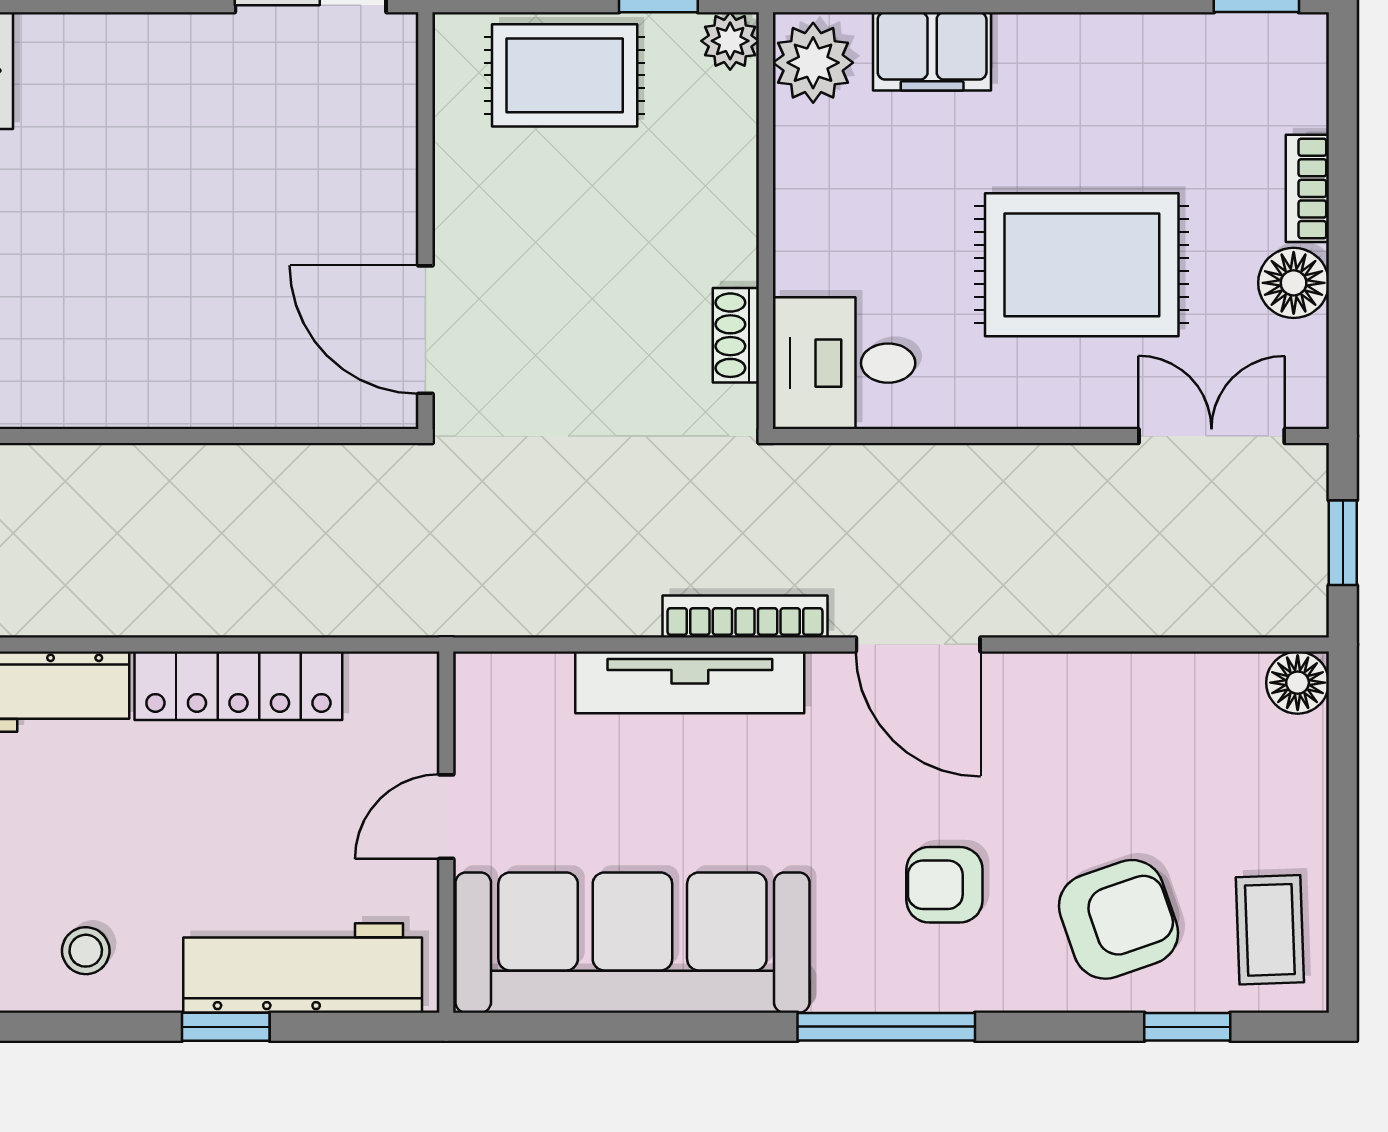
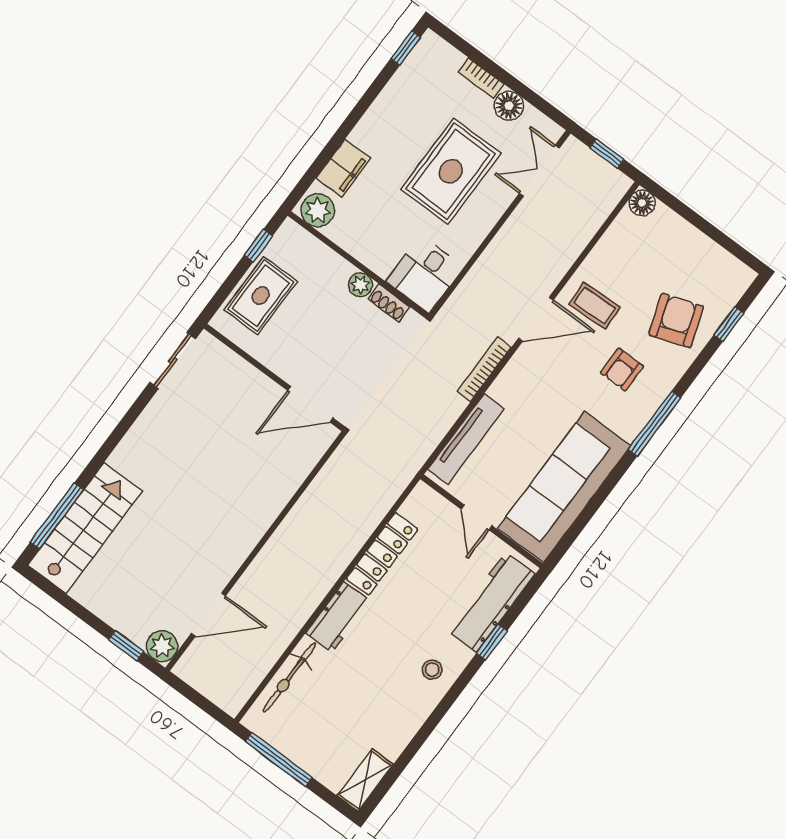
plant: (730, 41) -> (360, 285), moved
tv unit: (690, 682) -> (466, 439), moved
coffee table: (1270, 930) -> (594, 306), moved

